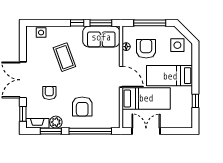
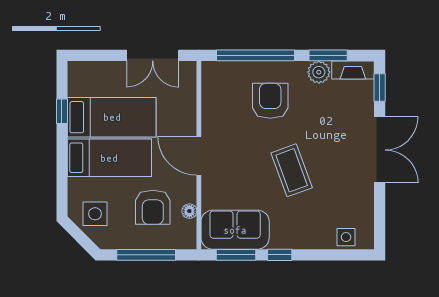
coffee table: (64, 57) -> (292, 170), moved
armchair: (49, 93) -> (331, 126), removed
bed: (146, 98) -> (112, 117), moved, turned 180

